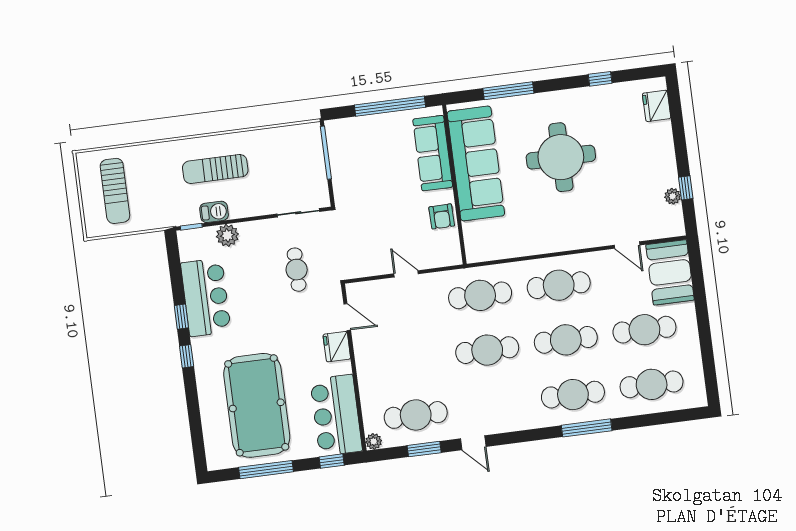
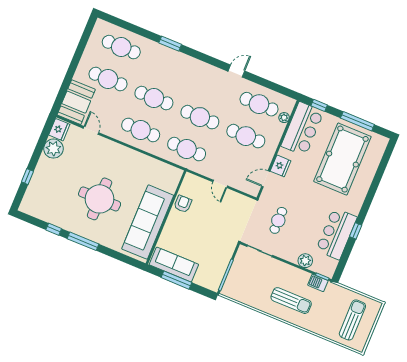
window: (508, 91) -> (83, 241), moved
window: (390, 106) -> (176, 280), width x0.68
fridge: (657, 106) -> (59, 130), moved
sofa: (433, 153) -> (174, 265), moved, turned -90
window: (686, 188) -> (27, 177), moved
plant: (673, 196) -> (53, 149), width x1.87, depth x1.87
barbecue: (214, 212) -> (318, 283), moved
door: (347, 317) -> (266, 179), hinge flipped
window: (187, 356) -> (365, 208), removed
cafe table: (573, 395) -> (246, 136), moved
window: (587, 428) -> (170, 44), width x0.69
plant: (374, 441) -> (284, 118), moved
door: (473, 443) -> (236, 71), hinge flipped
window: (424, 449) -> (265, 83), removed

